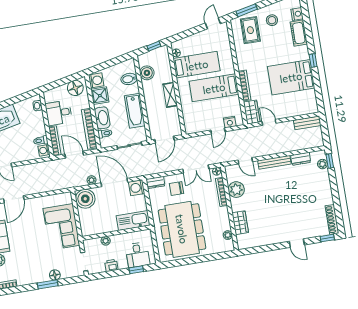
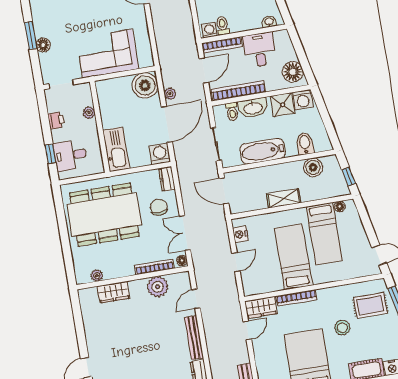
stool: (272, 20) -> (342, 328), moved
nightstand: (230, 122) -> (240, 234), moved
door: (218, 131) -> (236, 262), swing flipped

